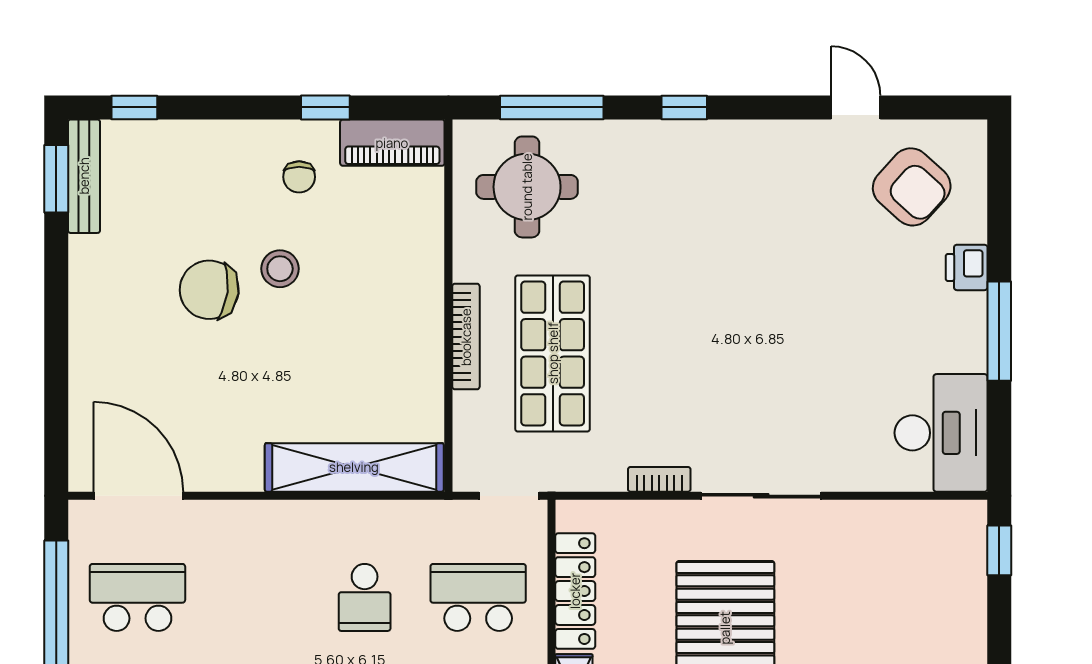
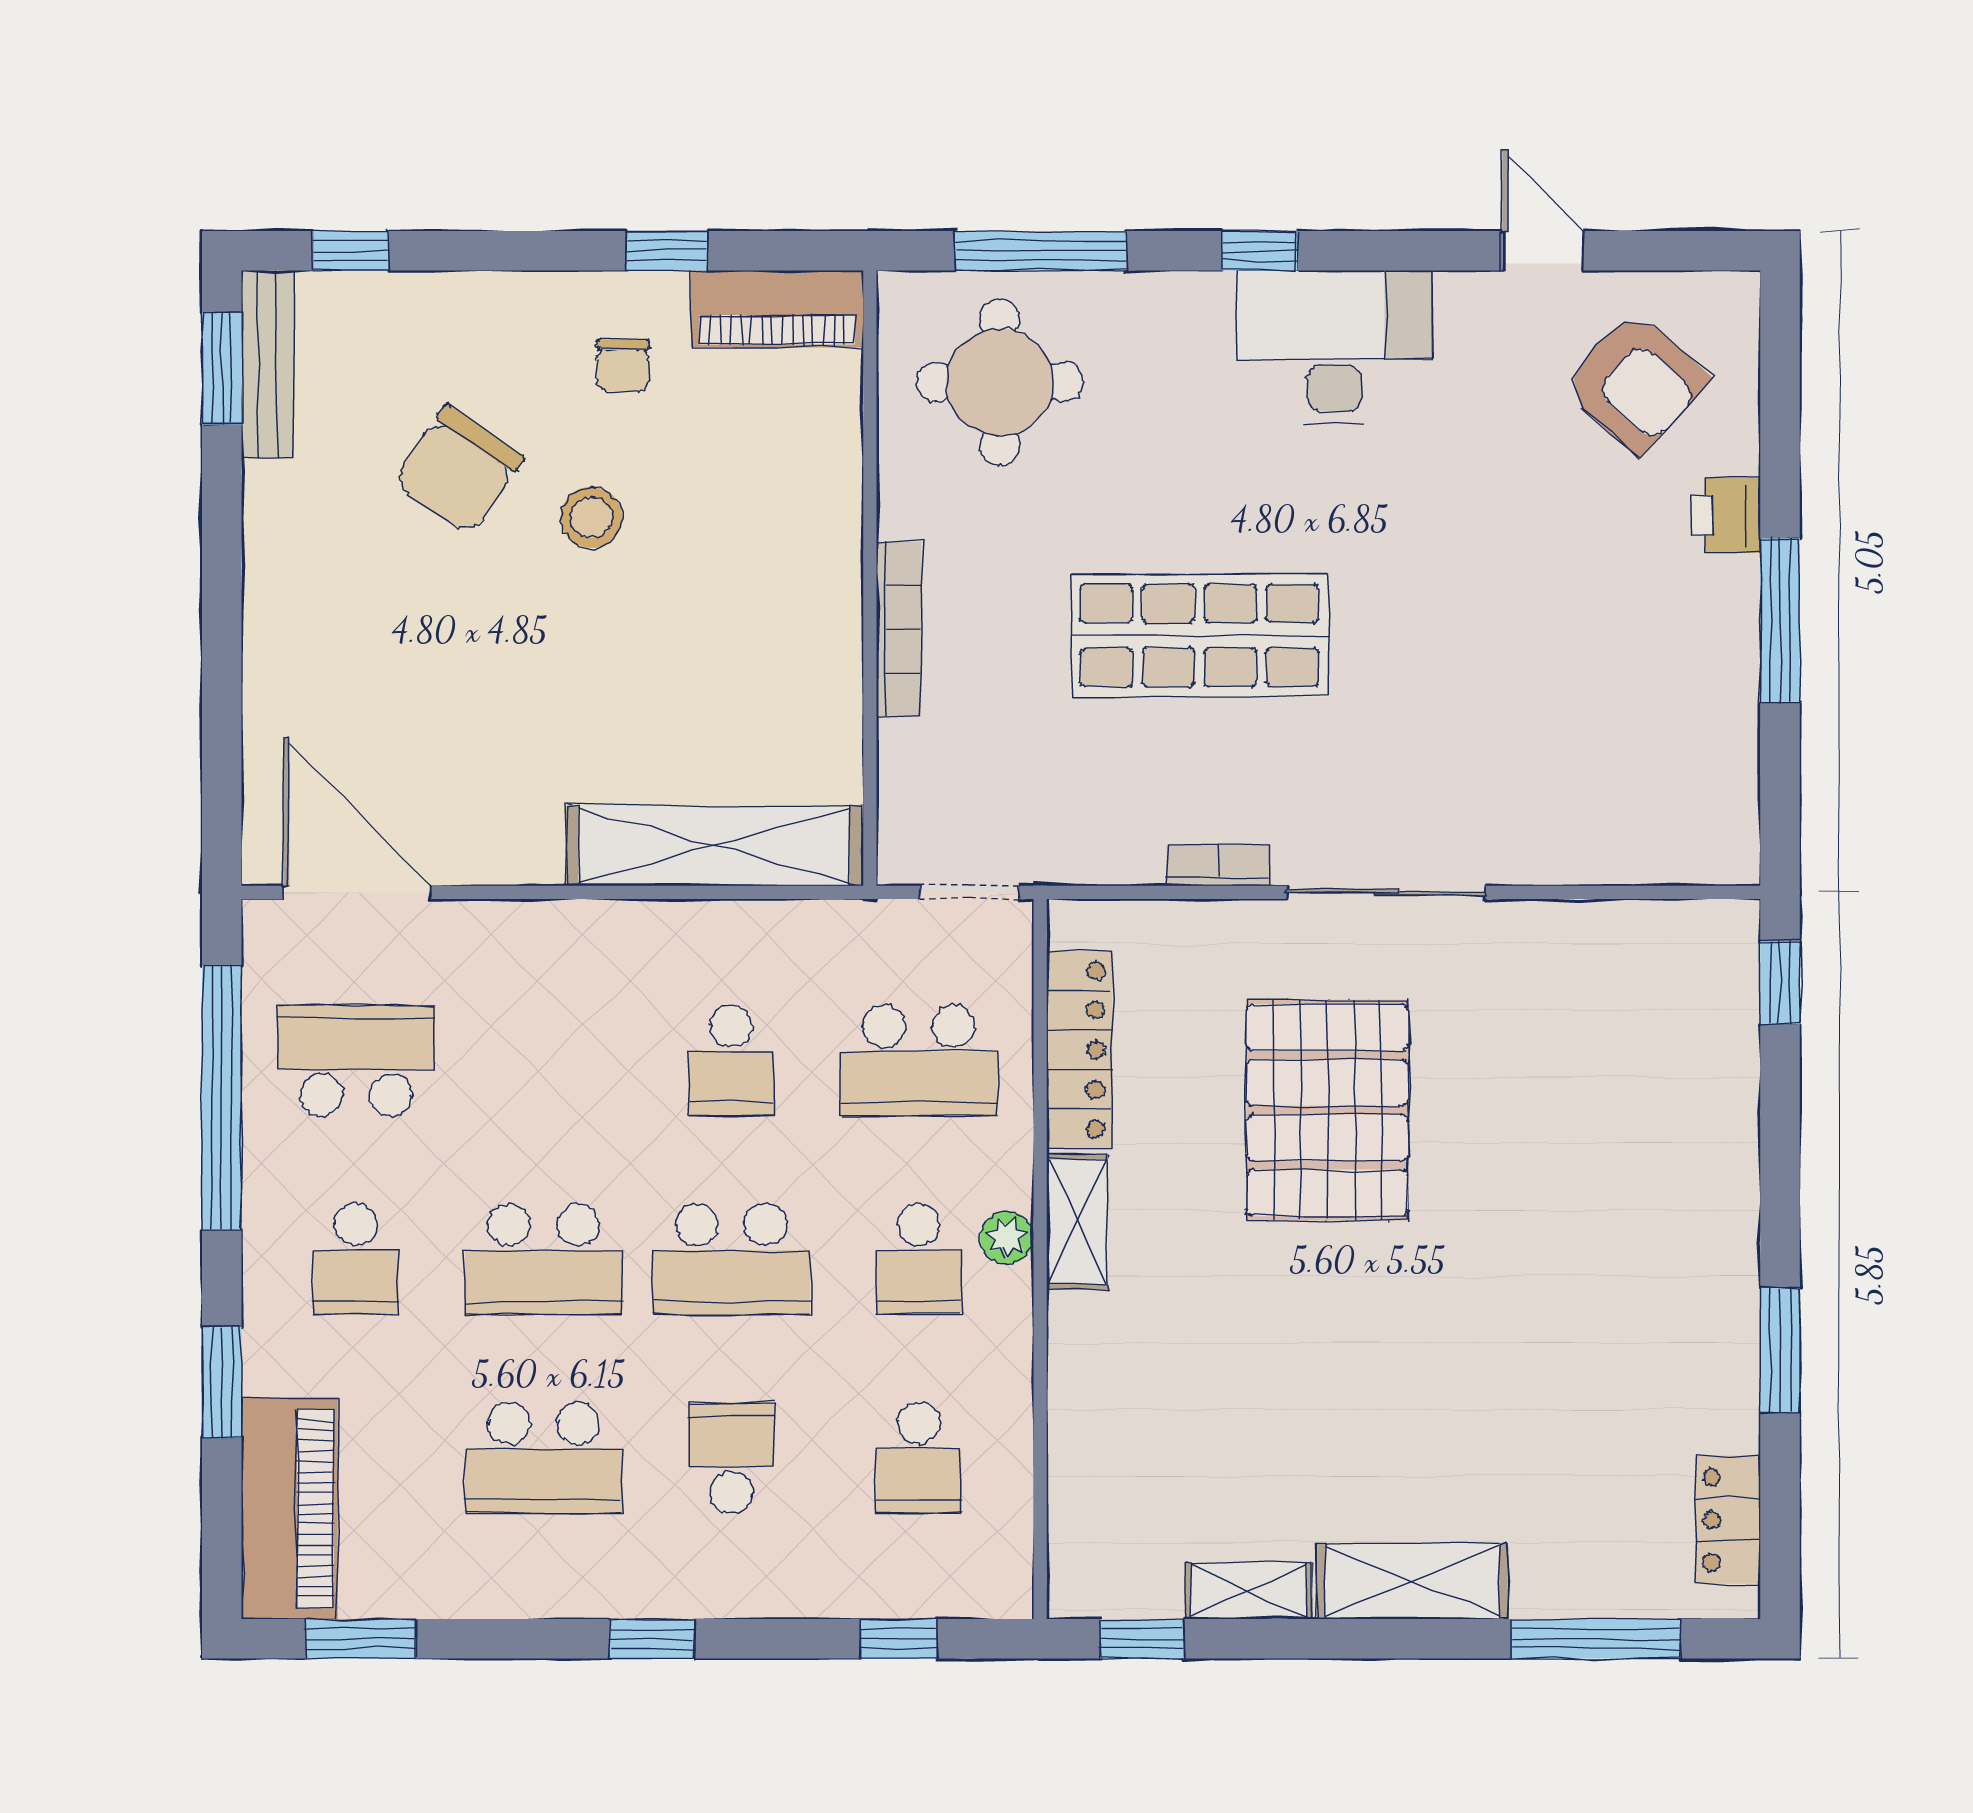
chair: (209, 290) -> (458, 470), moved, turned -62
shop shelf: (553, 353) -> (1199, 635), moved, turned 90
desk: (941, 433) -> (1334, 347), moved, turned -90
school desk: (478, 597) -> (919, 1060), turned 180

